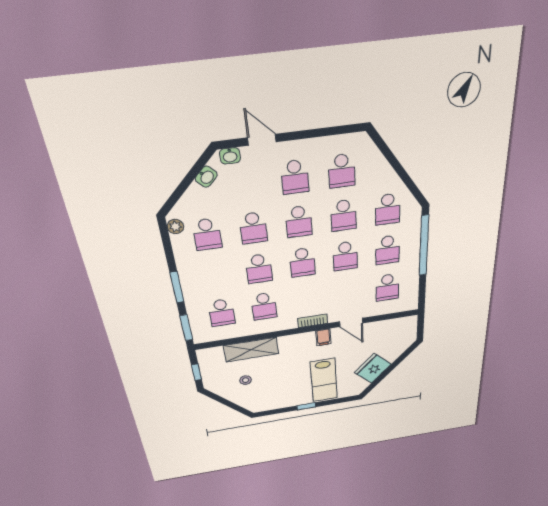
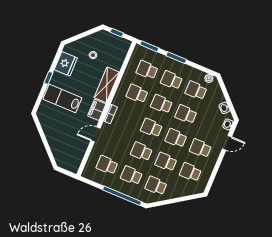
school desk: (215, 275) -> (171, 80), added
filing cabinet: (323, 337) -> (97, 110), width x2.00
shelving: (251, 350) -> (107, 85), moved
fridge: (373, 368) -> (66, 64), moved, turned 45

